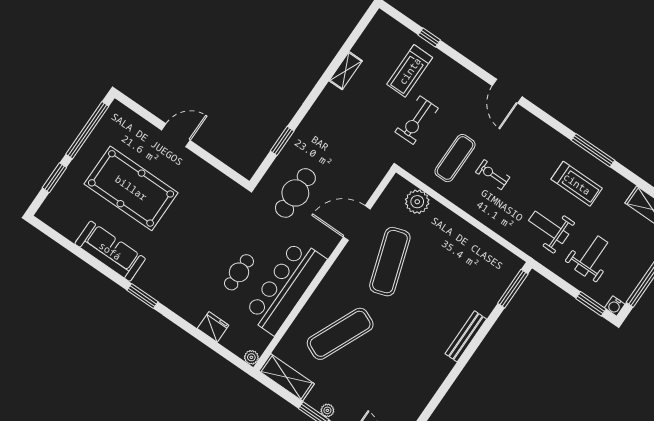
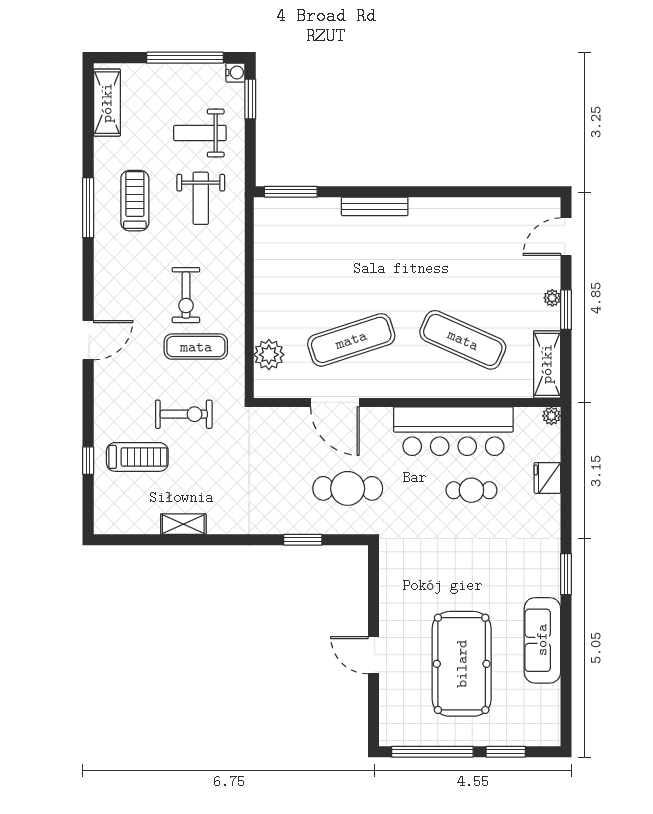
exercise bike: (493, 175) -> (186, 295), width x1.38, depth x1.39

